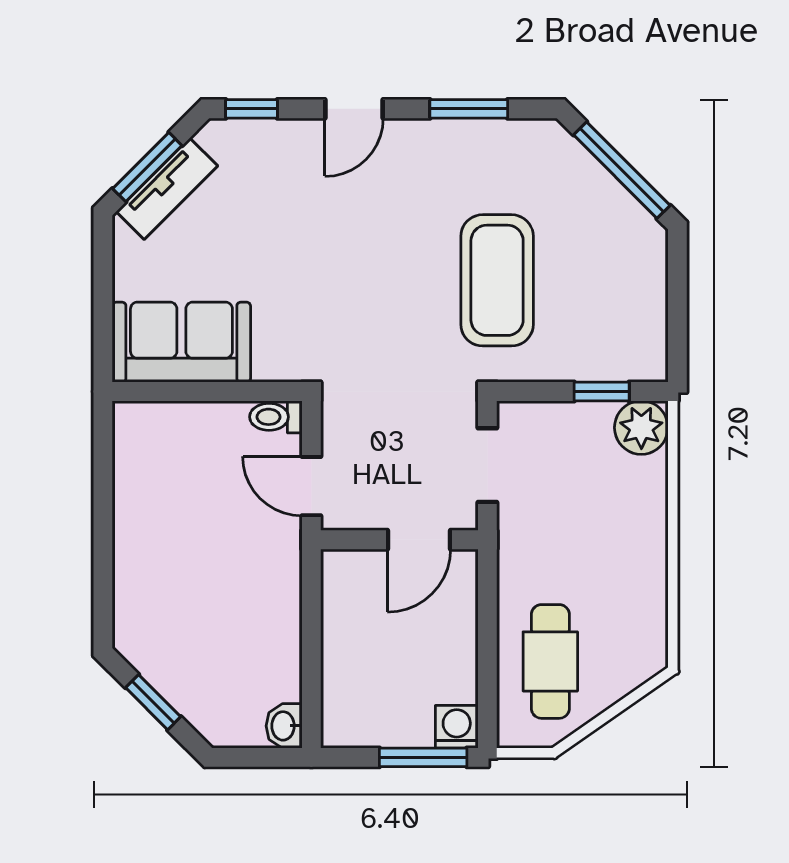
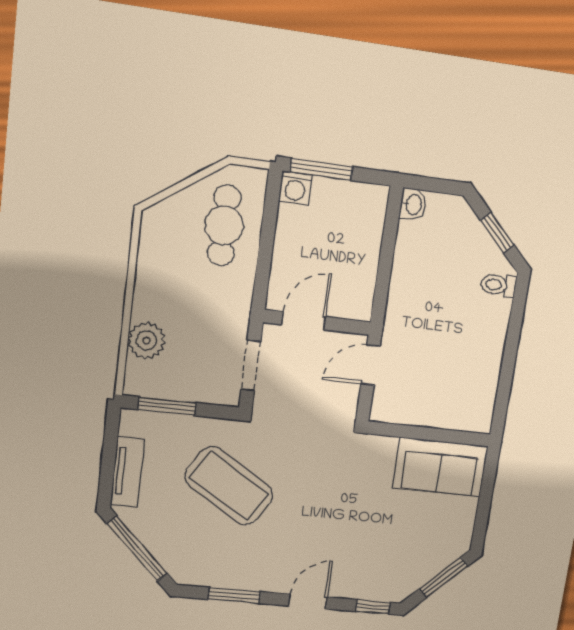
tv unit: (167, 189) -> (127, 472), moved, turned 135
coffee table: (497, 280) -> (229, 486), turned -58
window: (602, 391) -> (167, 406), width x1.50
toilet: (276, 417) -> (498, 285), moved, turned 180
plant: (641, 428) -> (147, 341), moved
door: (311, 486) -> (370, 365), swing flipped

